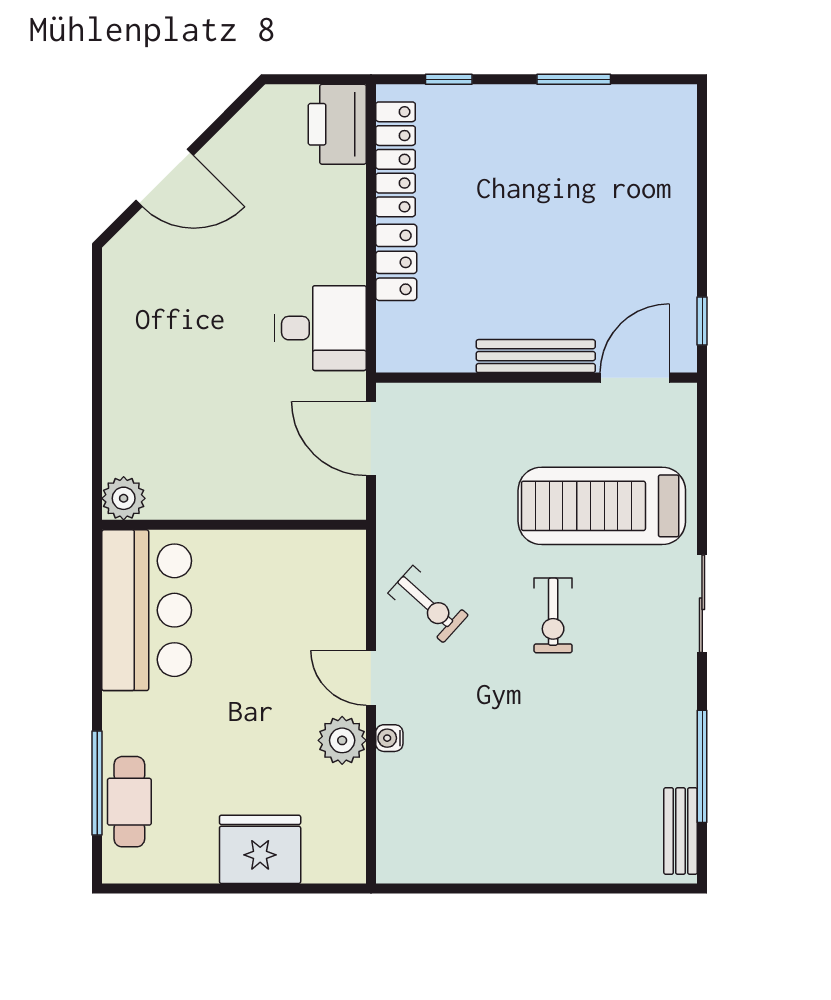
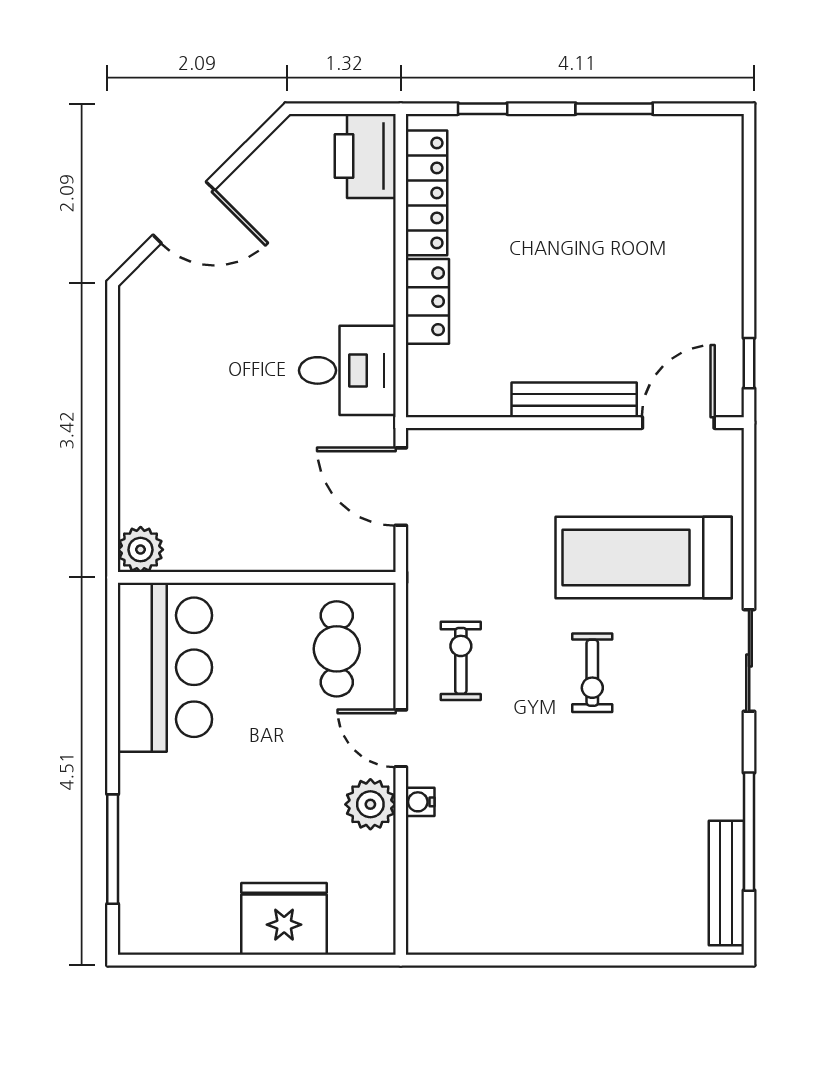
exercise bike: (428, 604) -> (461, 661), turned -132
cafe table: (129, 802) -> (337, 649), moved
bench: (681, 831) -> (726, 883), width x1.36

